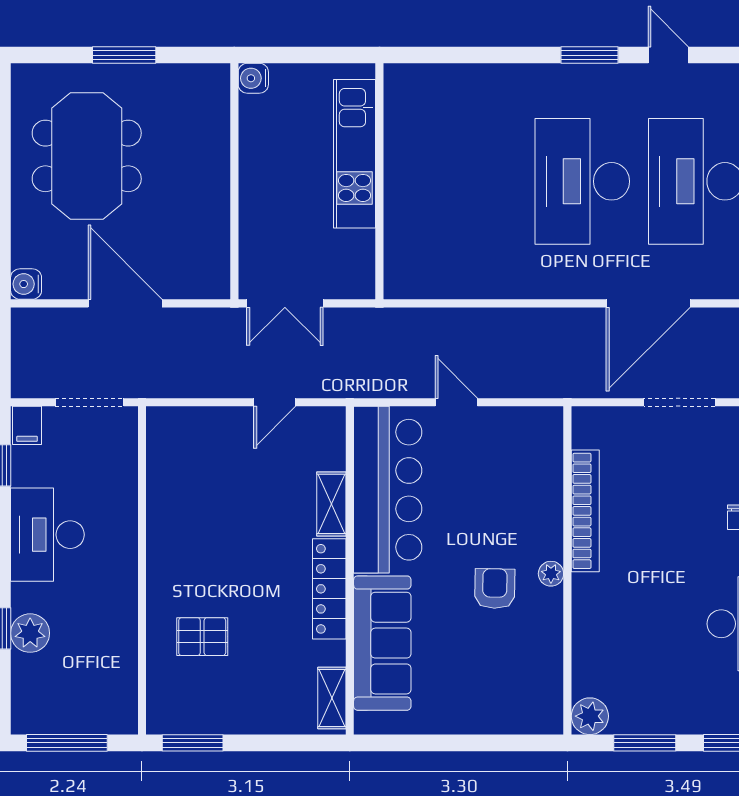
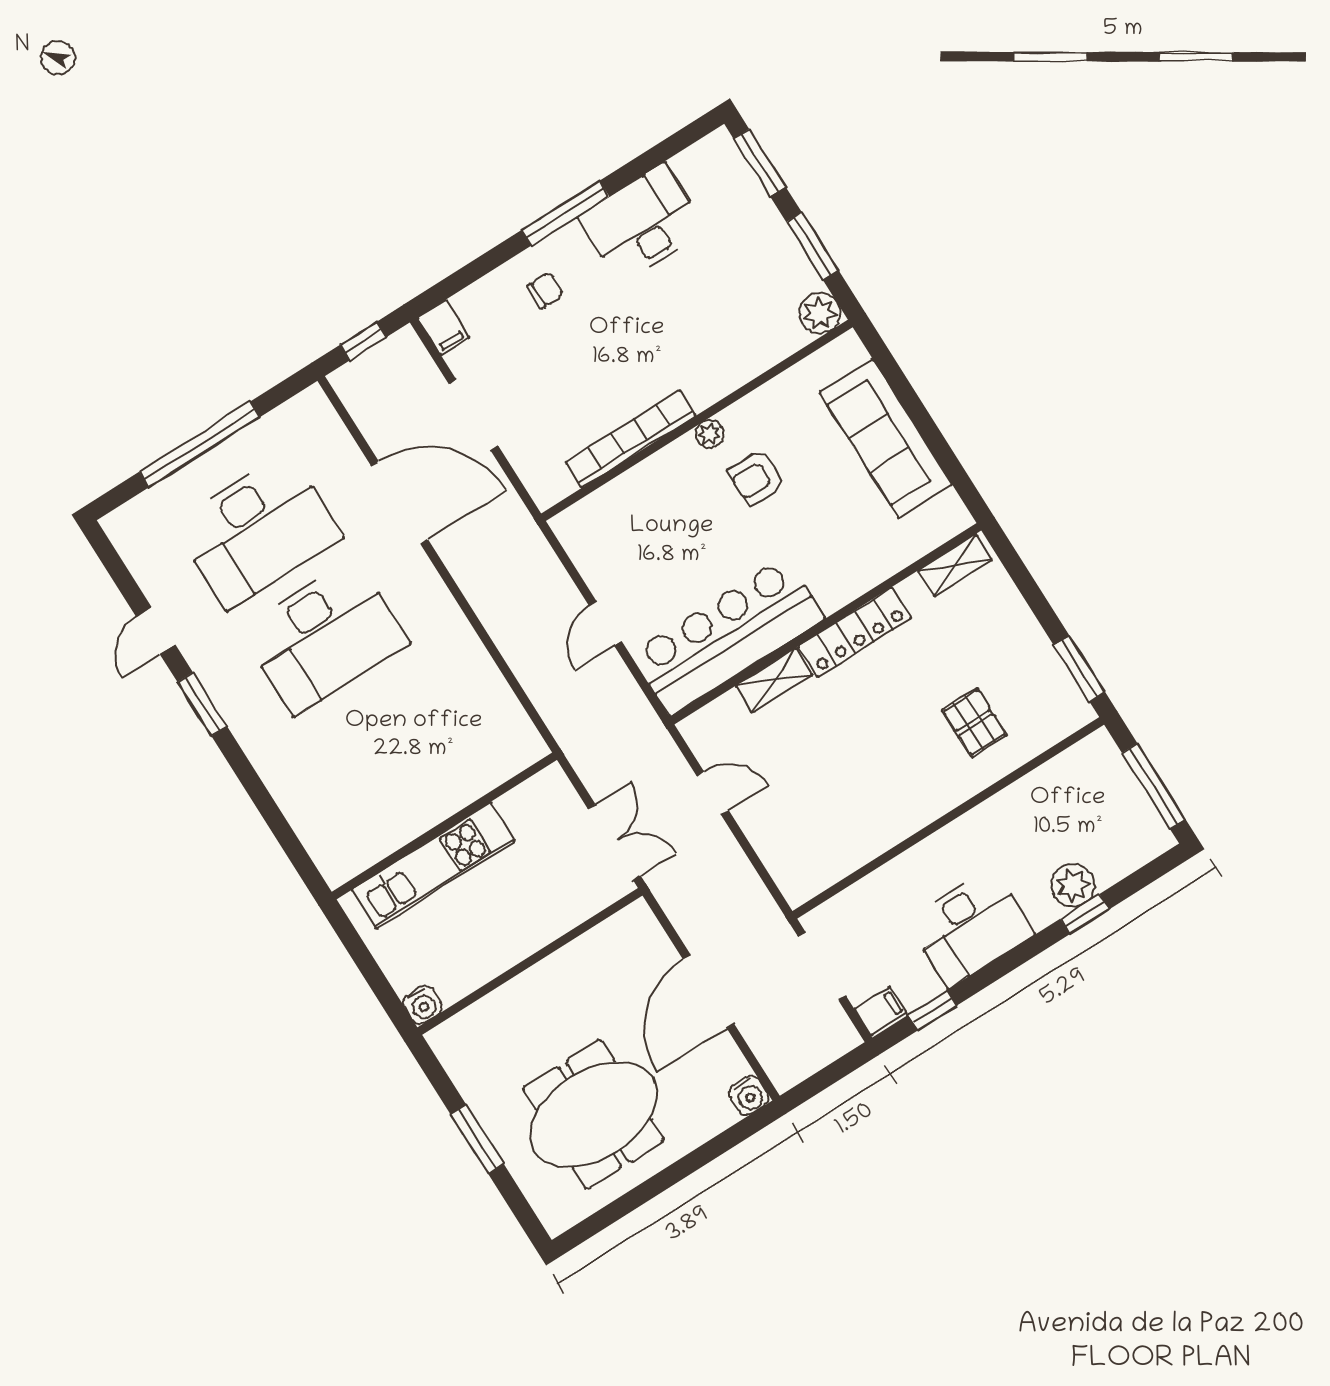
sofa: (382, 643) -> (886, 438), moved, turned -90

